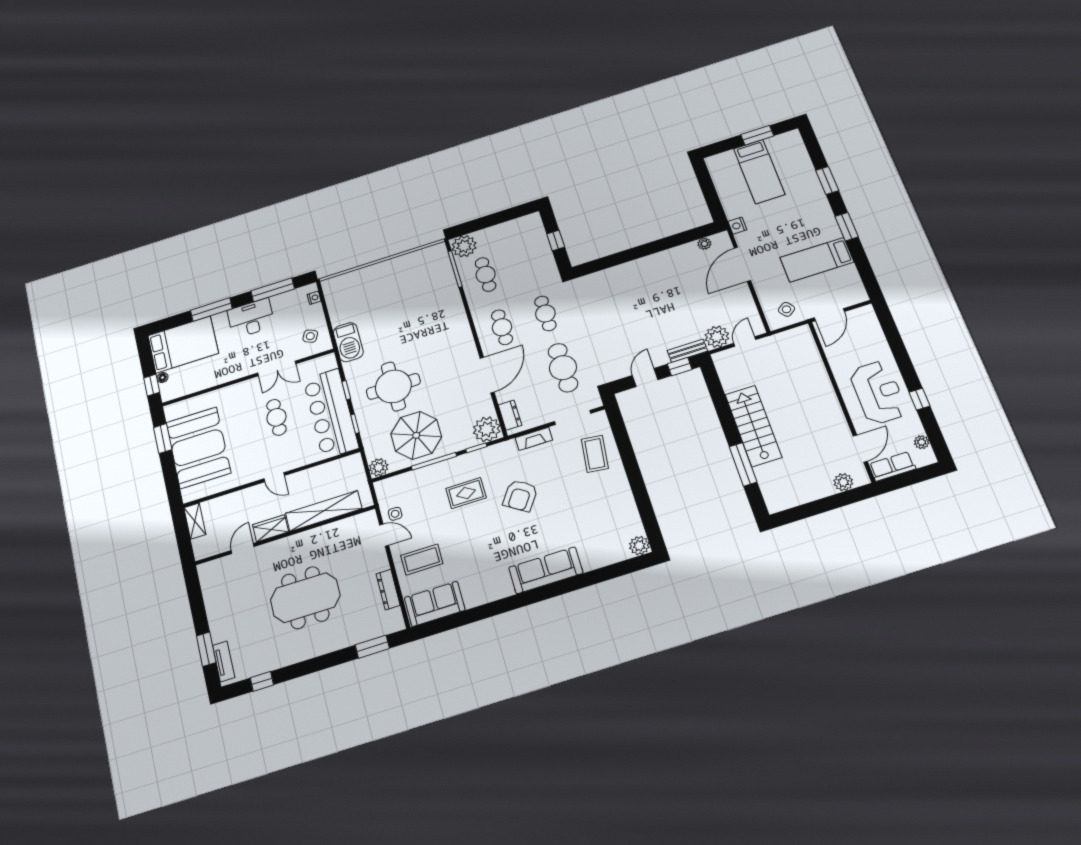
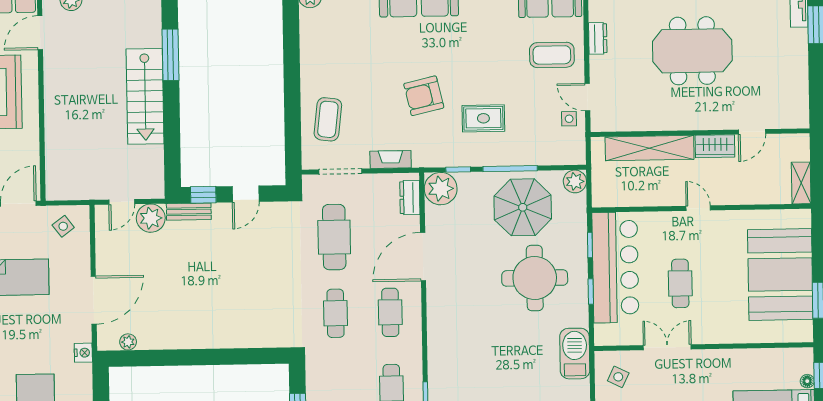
armchair: (520, 496) -> (424, 96), turned -137
dresser: (388, 590) -> (598, 38), width x0.70

